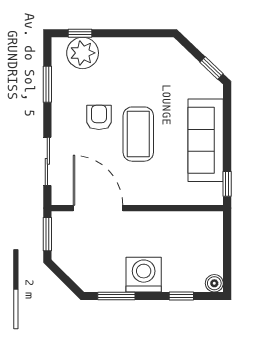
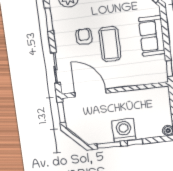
sofa: (206, 140) -> (152, 36), width x0.73
window: (181, 296) -> (135, 142), moved

